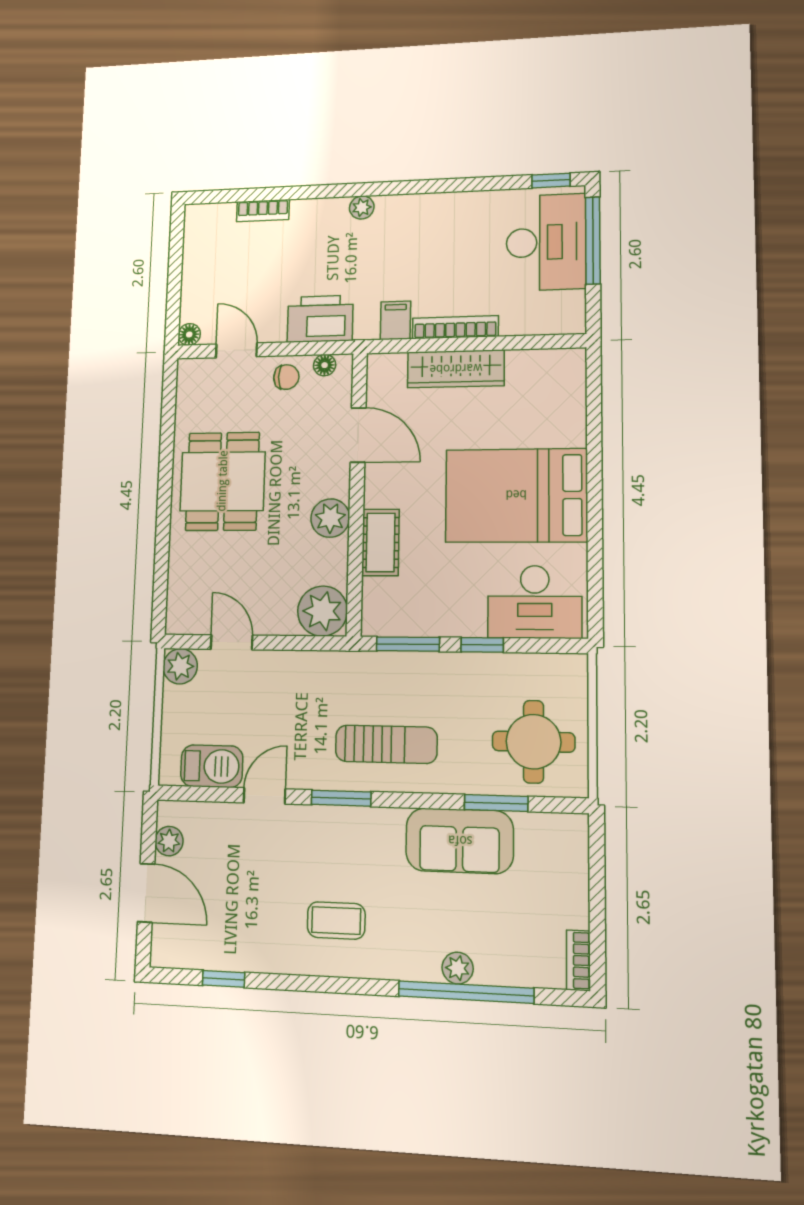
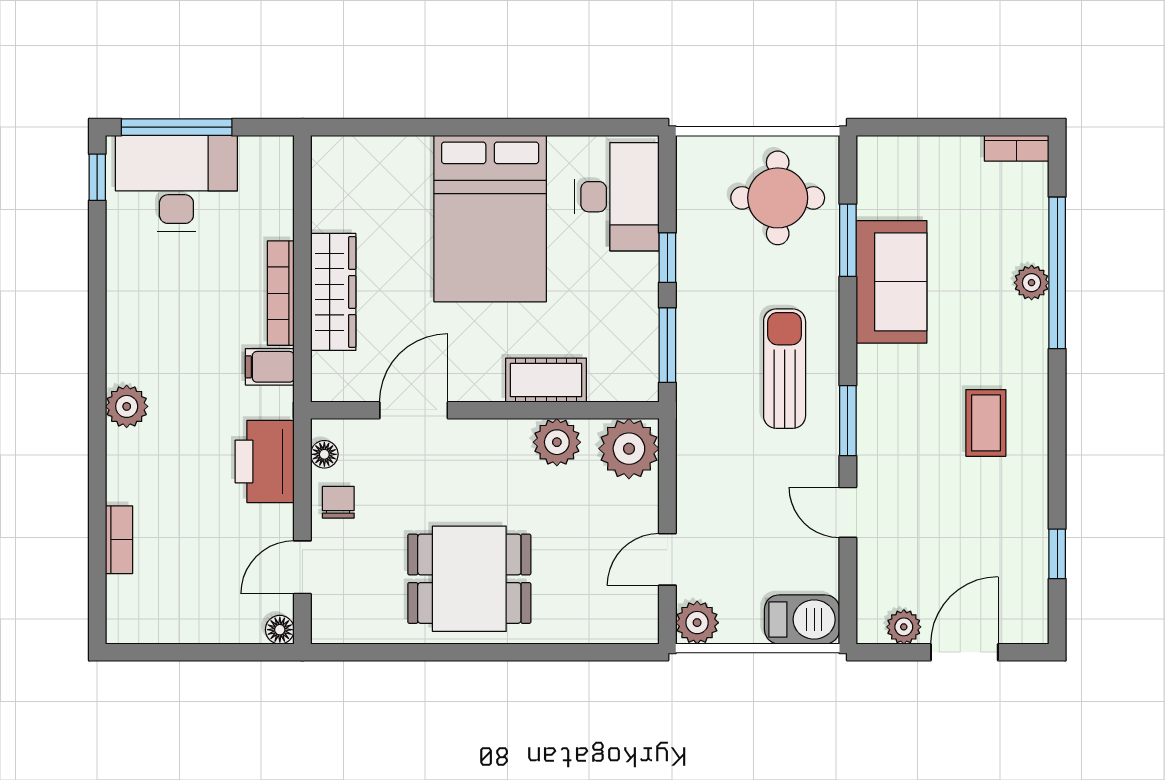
plant: (362, 207) -> (127, 406), width x1.38, depth x1.38
plant: (330, 518) -> (557, 442), moved
barbecue: (212, 766) -> (802, 619), moved, turned 90

